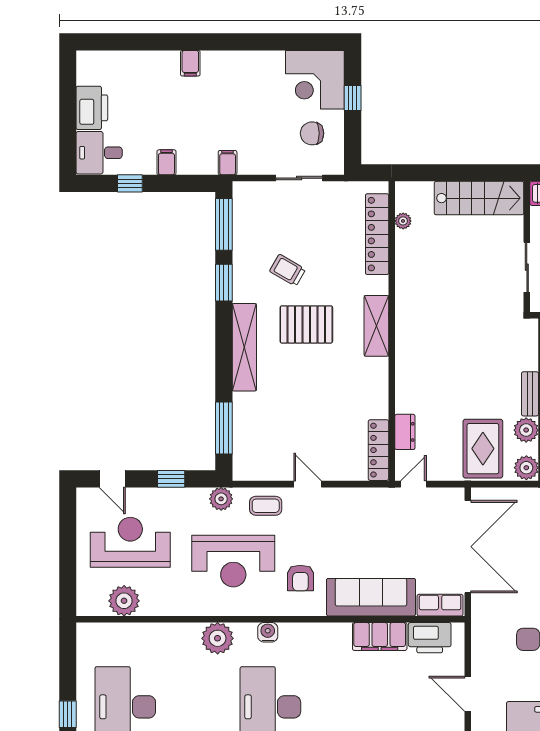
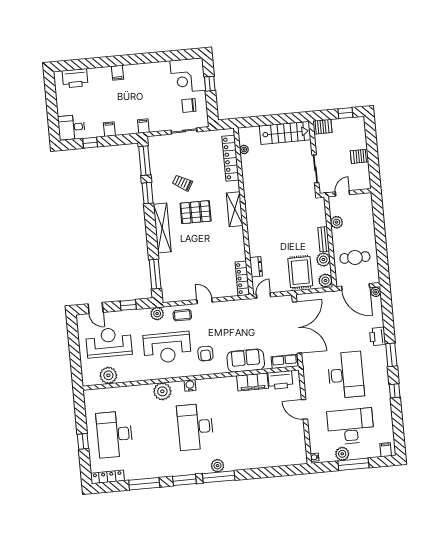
printer: (92, 108) -> (75, 78), moved, turned 90
sofa: (371, 597) -> (246, 361), width x0.73

